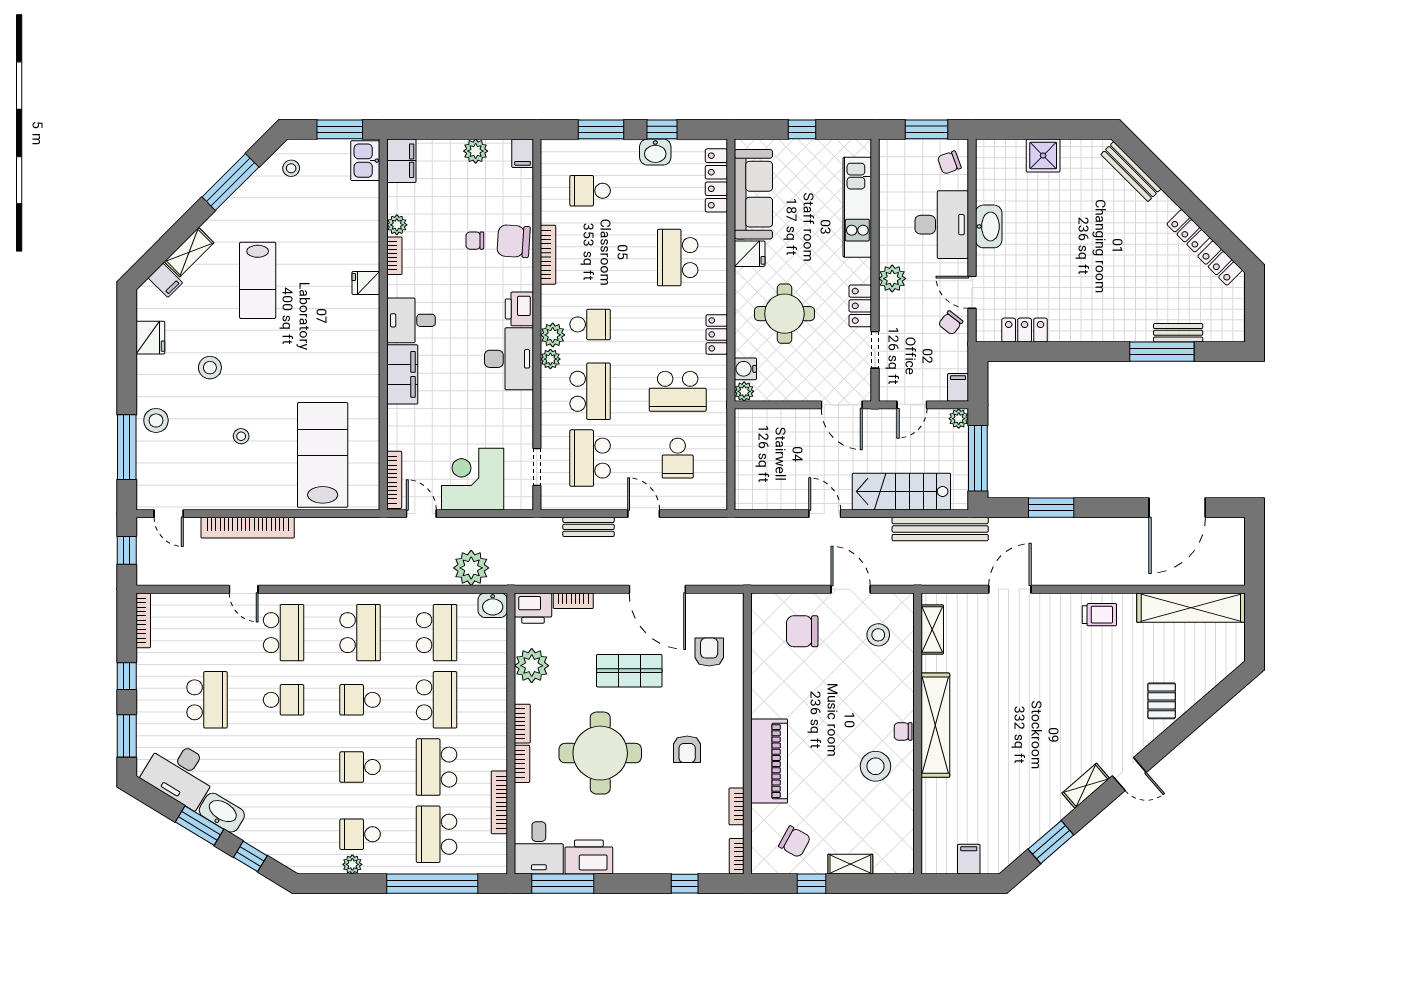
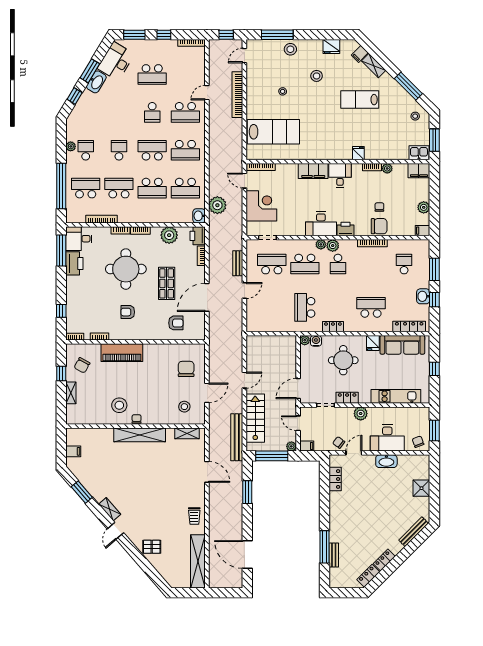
chair: (514, 241) -> (379, 226), turned 86
school desk: (678, 458) -> (272, 307), removed
door: (421, 514) -> (244, 181), swing flipped
school desk: (360, 700) -> (152, 150), width x1.85

